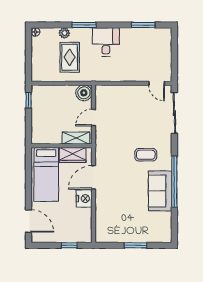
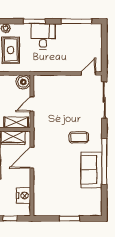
window: (84, 25) -> (34, 21), moved
window: (143, 25) -> (76, 21), width x1.44
door: (157, 83) -> (88, 73), swing flipped
nightstand: (84, 198) -> (23, 196), moved

